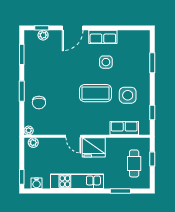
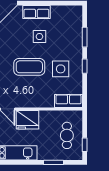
window: (152, 113) -> (85, 66), moved
row of seats: (124, 128) -> (69, 101), moved
window: (152, 159) -> (85, 145), moved

